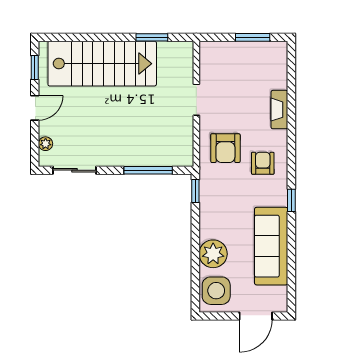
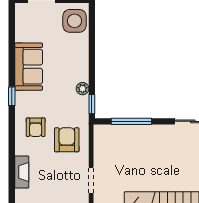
sofa: (271, 246) -> (29, 67), width x0.73
plant: (213, 254) -> (83, 89), moved, width x0.53, depth x0.53

